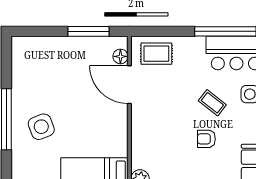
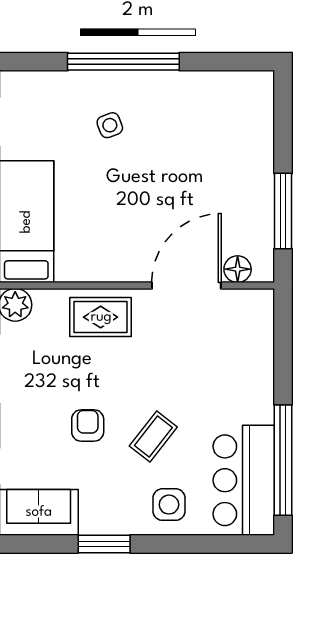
rug: (156, 54) -> (101, 317), moved, turned 90
side table: (41, 127) -> (110, 125), width x0.54, depth x0.54

